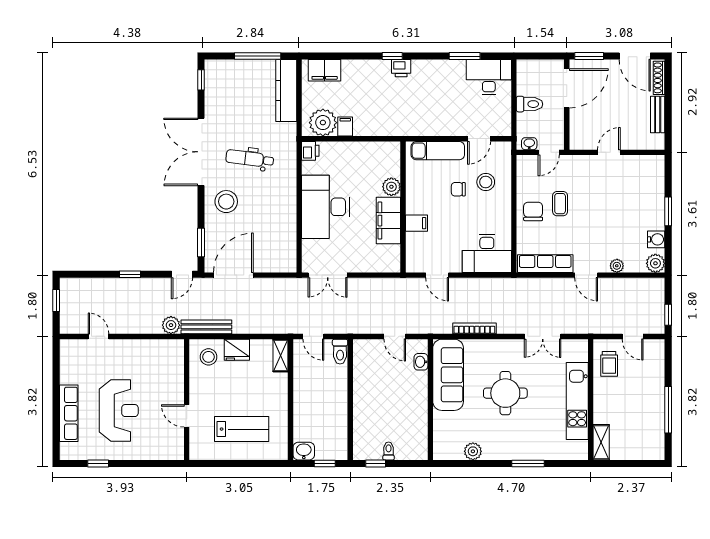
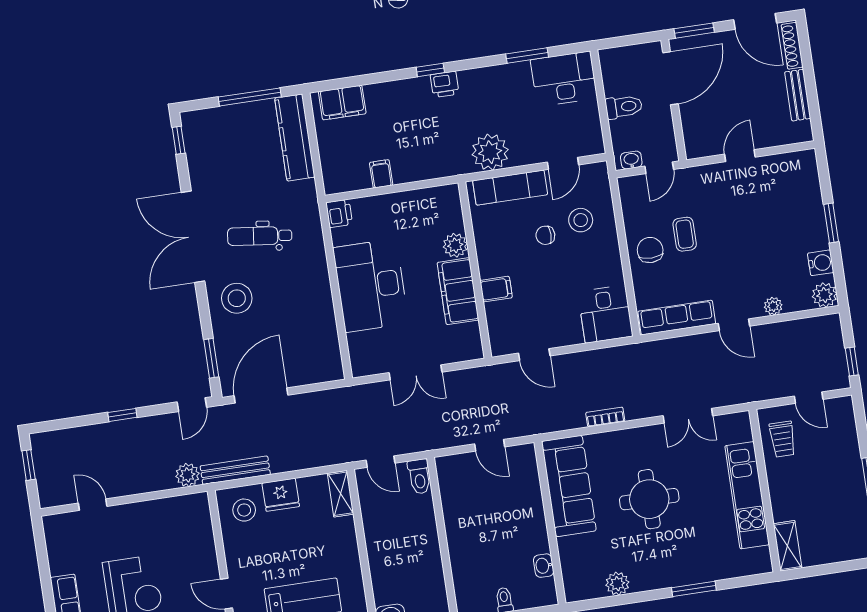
plant: (323, 123) -> (490, 152), moved
desk: (487, 253) -> (605, 314), width x0.73
double door: (328, 275) -> (416, 372), moved
bookcase: (474, 328) -> (605, 417), width x0.64
washbasin: (421, 362) -> (544, 566), moved

